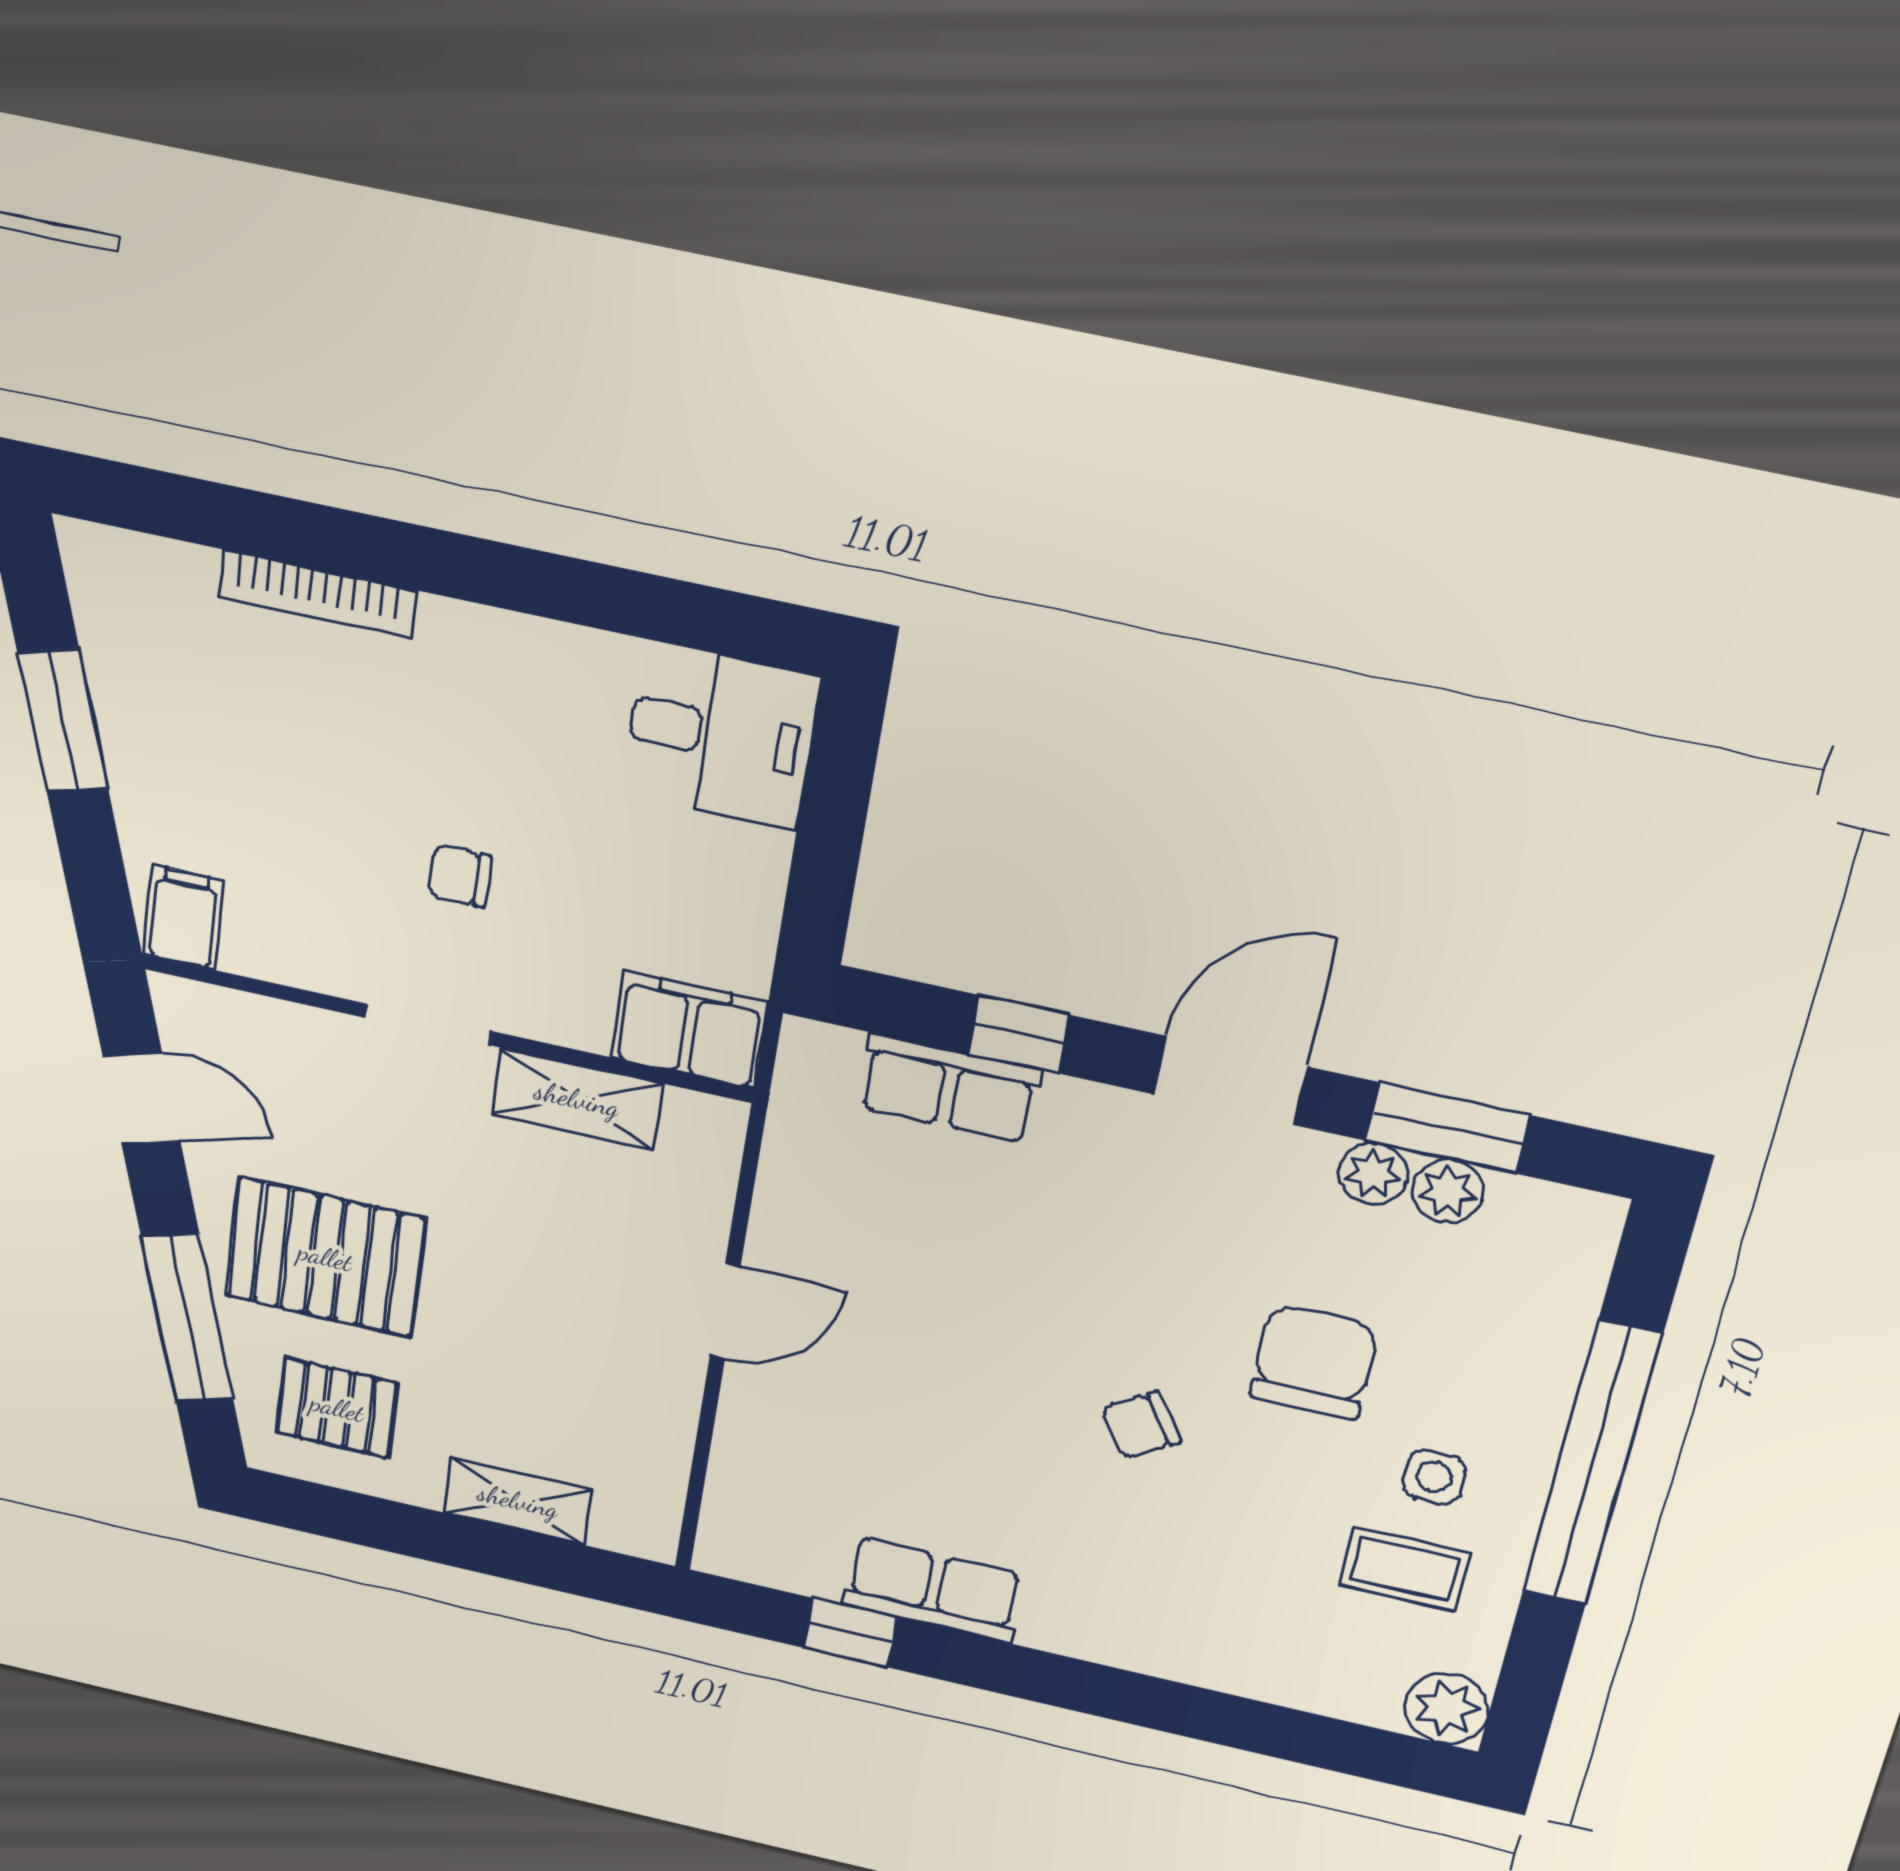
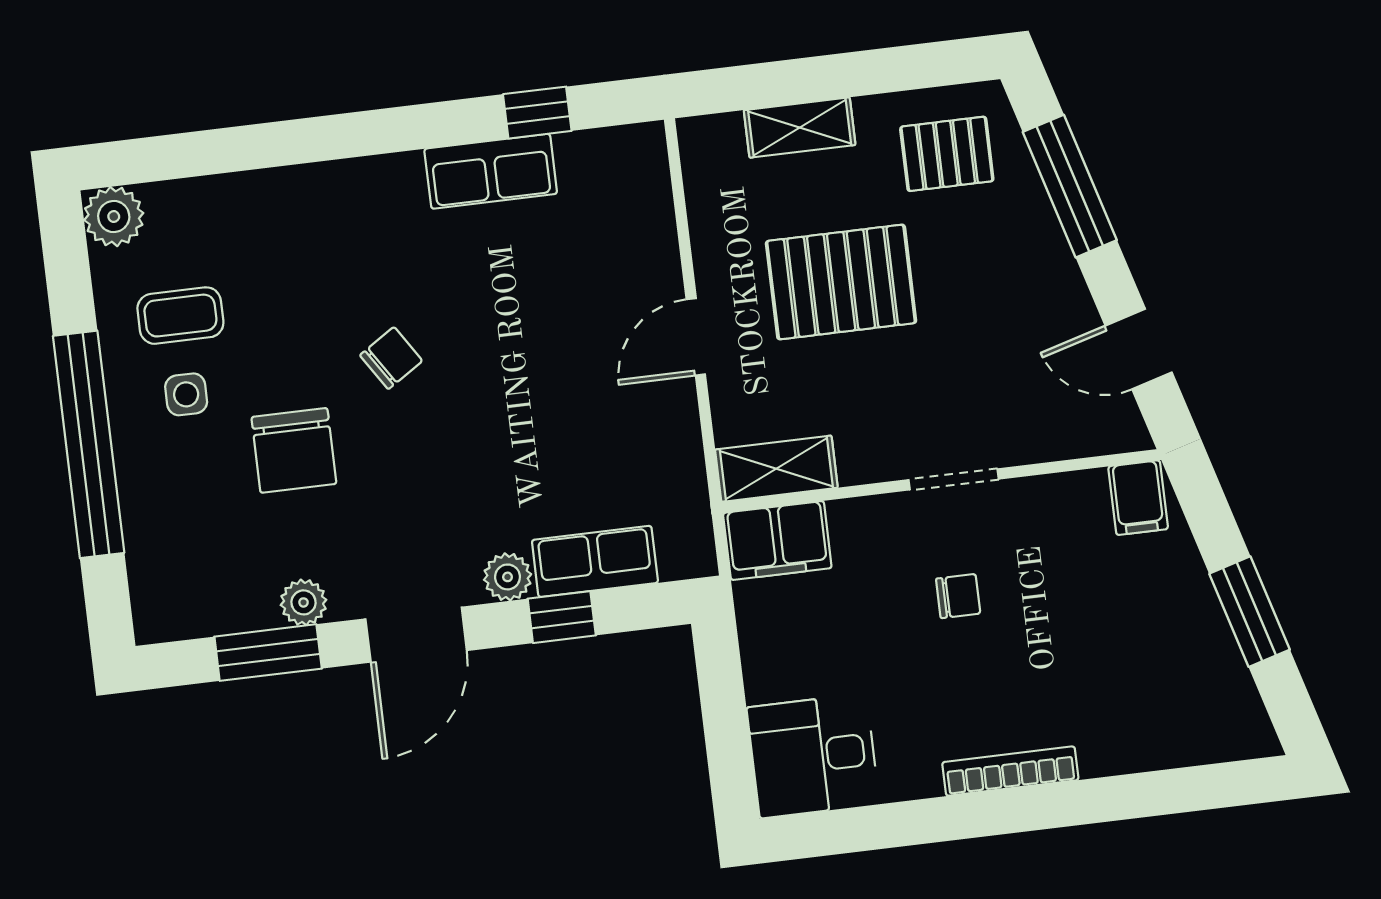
bookcase: (317, 594) -> (1010, 771), moved
shelving: (577, 1099) -> (776, 469), moved
plant: (1448, 1191) -> (508, 577), moved
pallet: (325, 1257) -> (841, 282), moved

